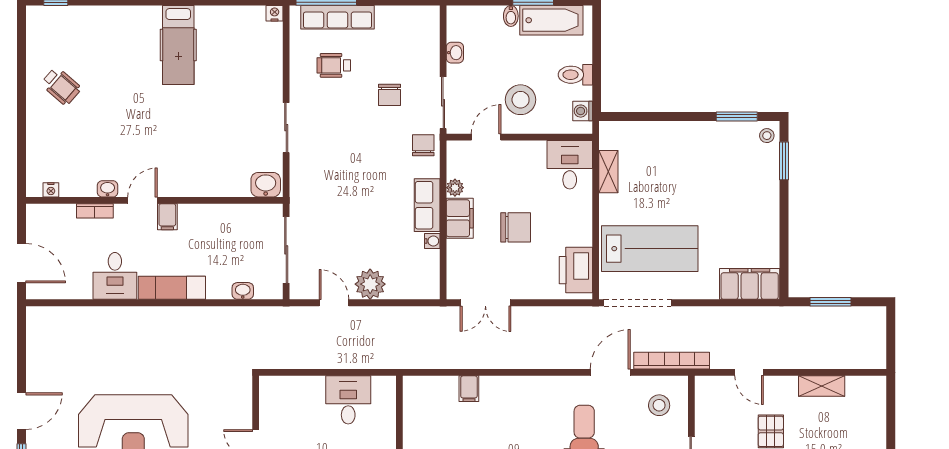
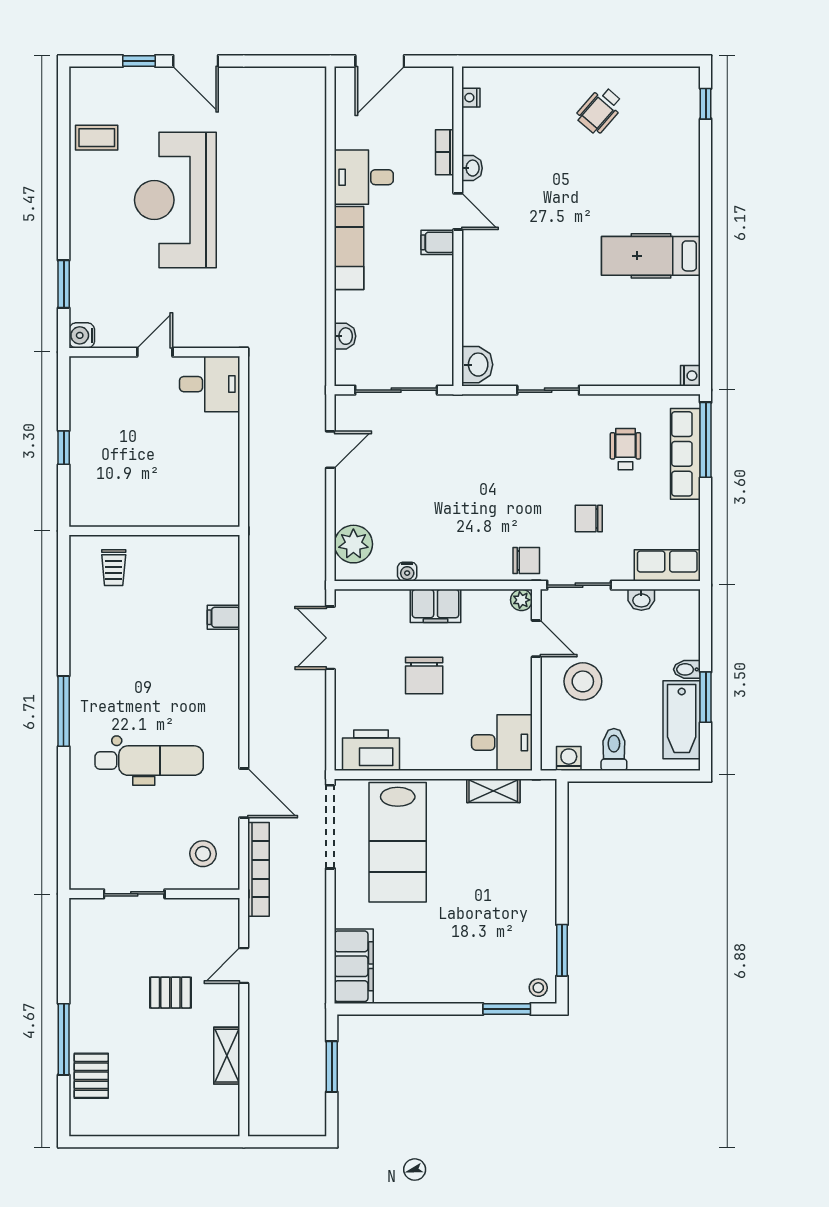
plant: (455, 188) -> (521, 600), moved
row of seats: (427, 205) -> (667, 565), moved
plant: (370, 284) -> (353, 544), moved
desk: (348, 400) -> (210, 384), moved

